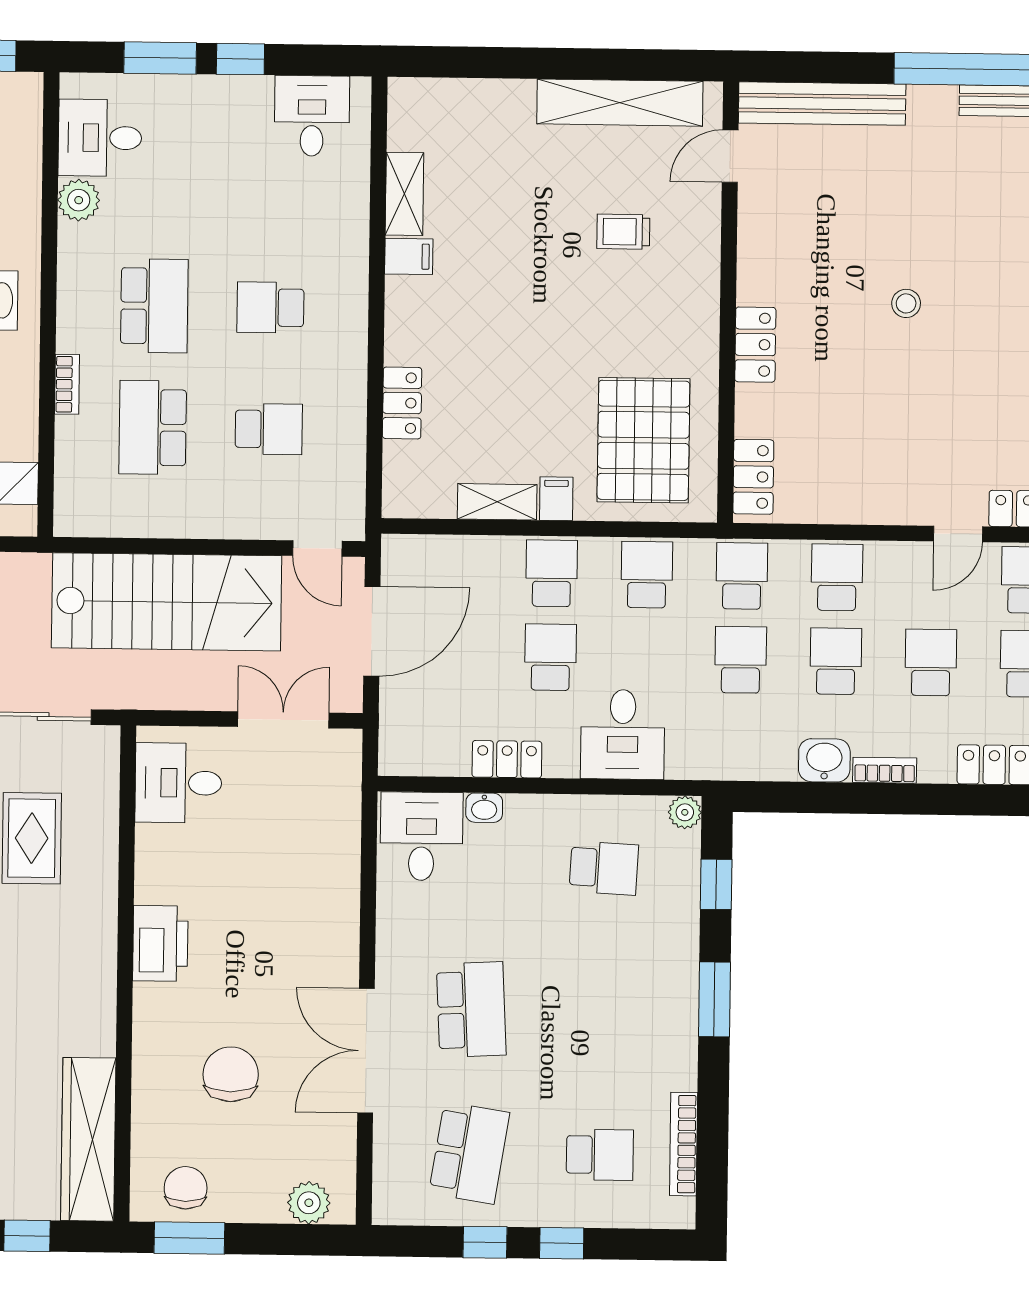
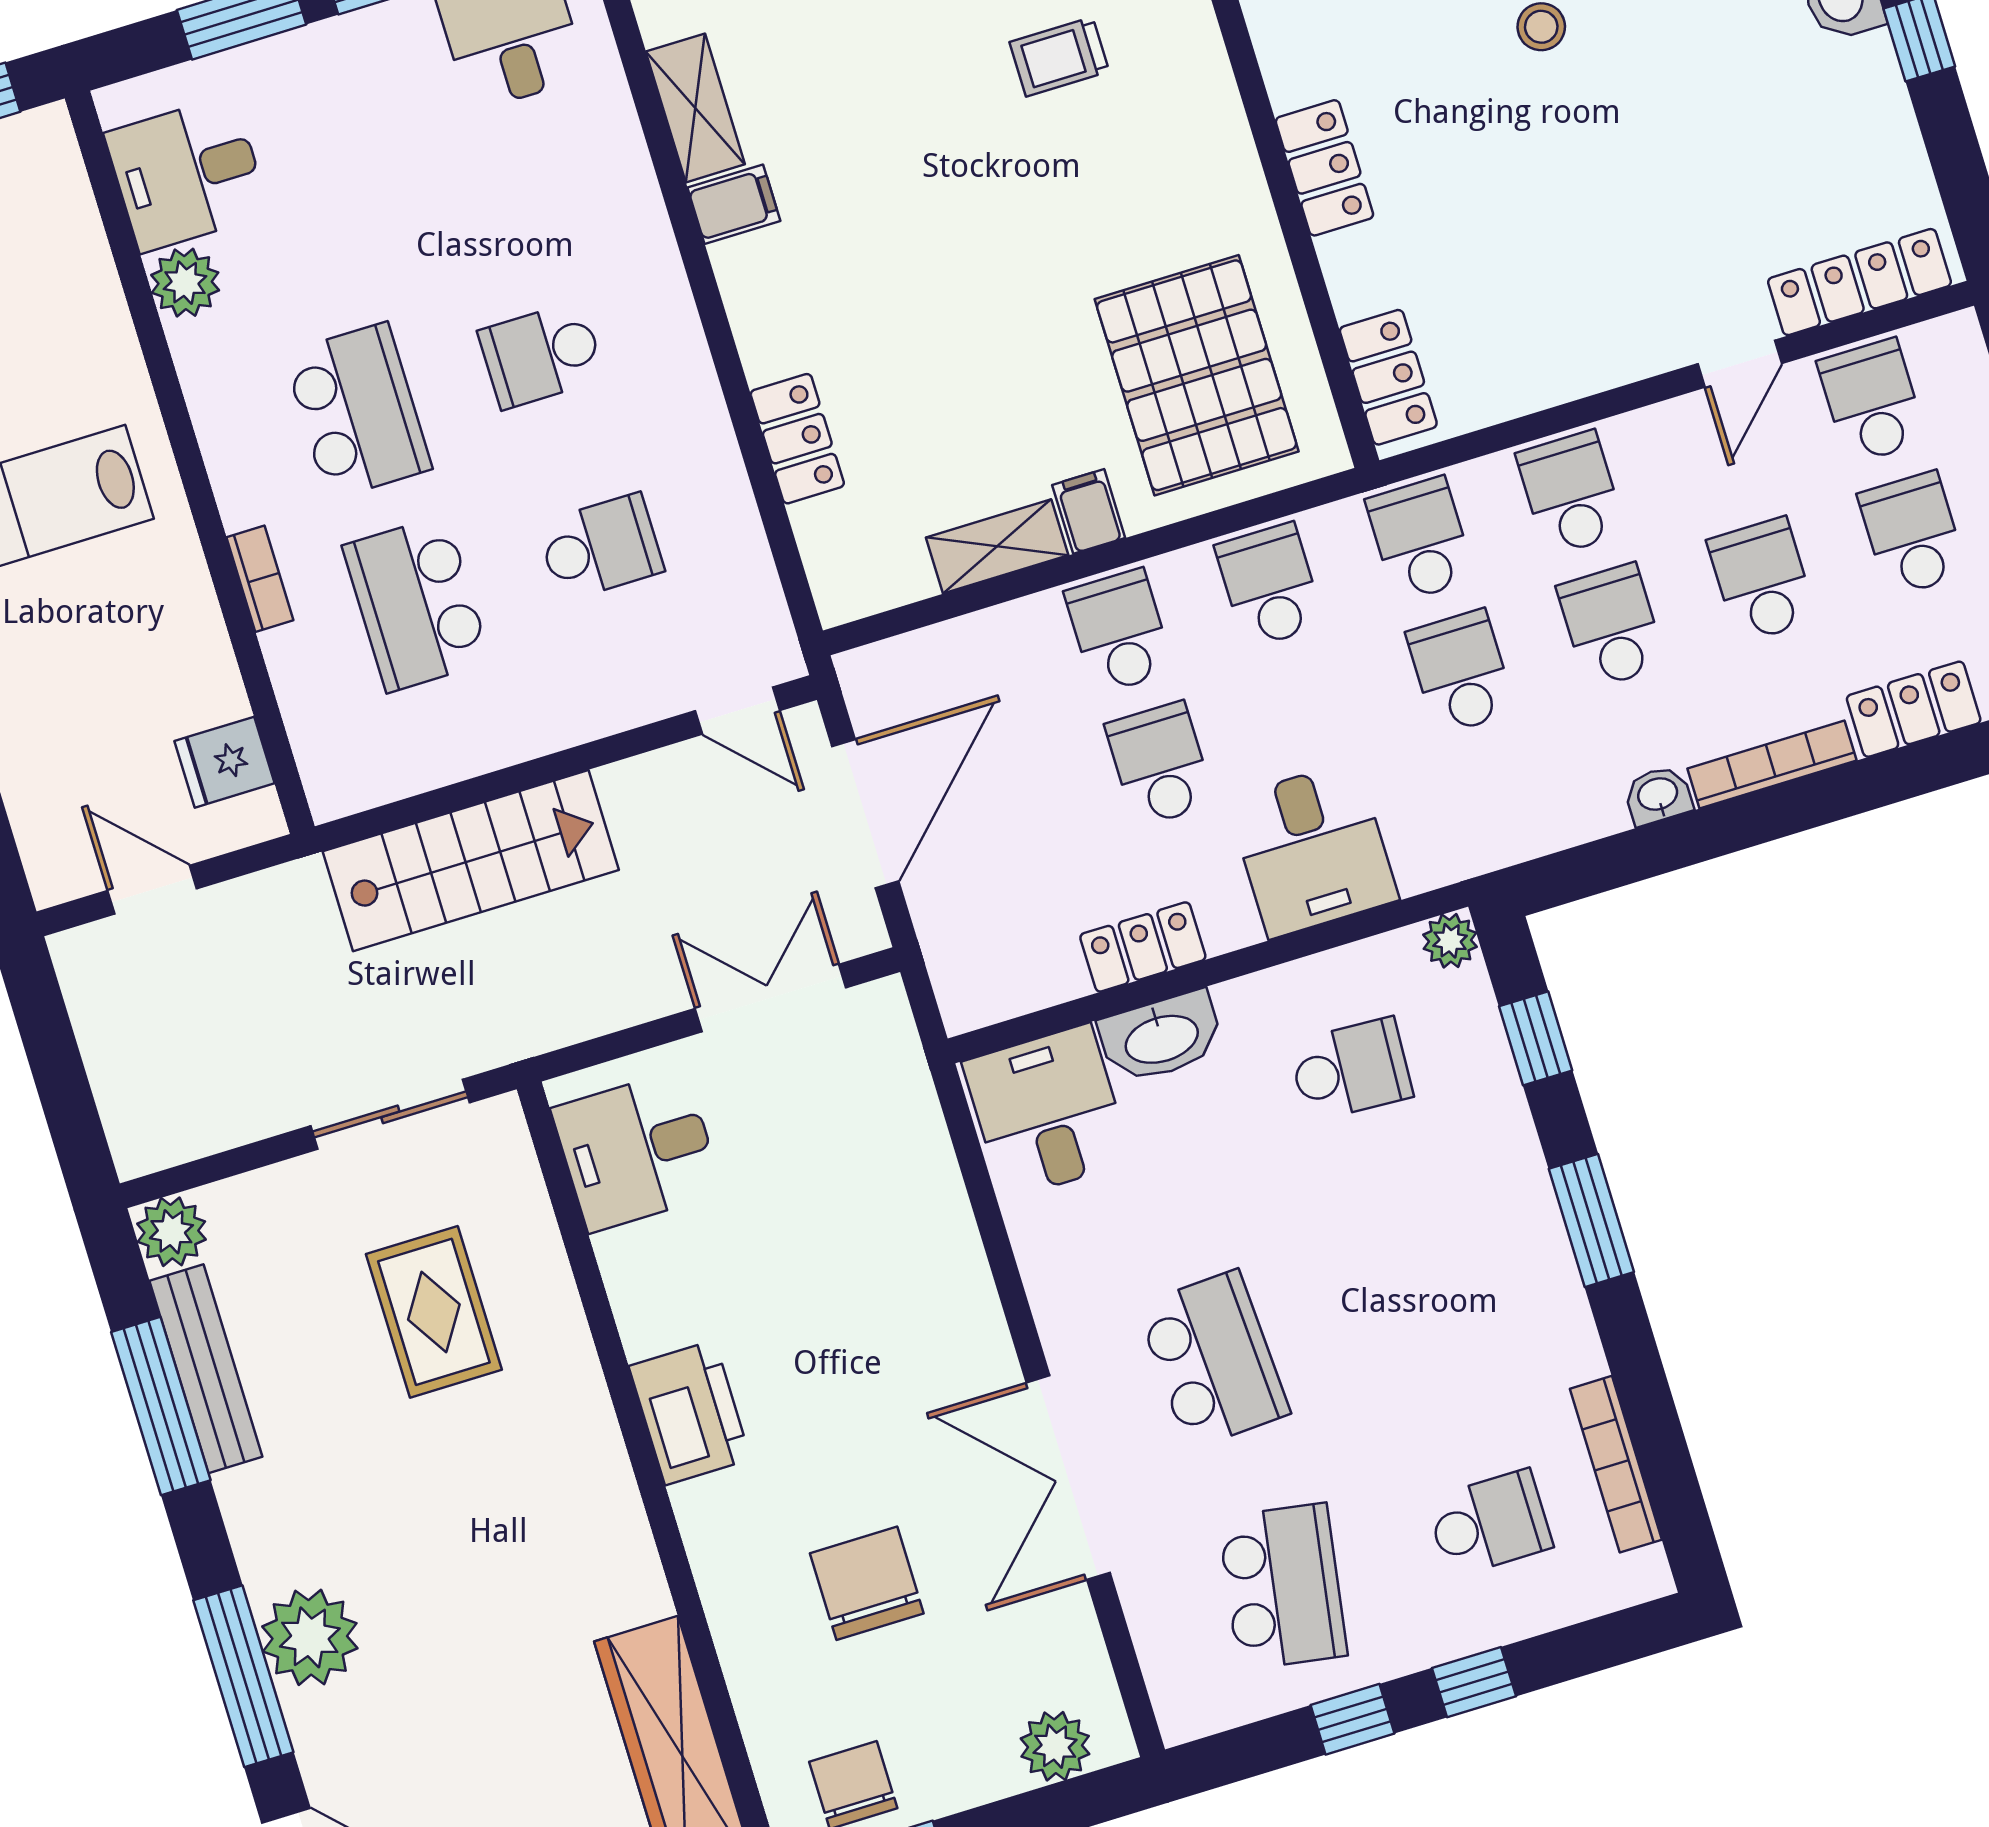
stairs: (167, 602) -> (471, 861), width x0.73, depth x0.66
washbasin: (824, 760) -> (1658, 795), width x0.72, depth x0.69
bookcase: (885, 770) -> (1772, 765), width x1.56
washbasin: (484, 808) -> (1161, 1037), width x1.91, depth x1.45

